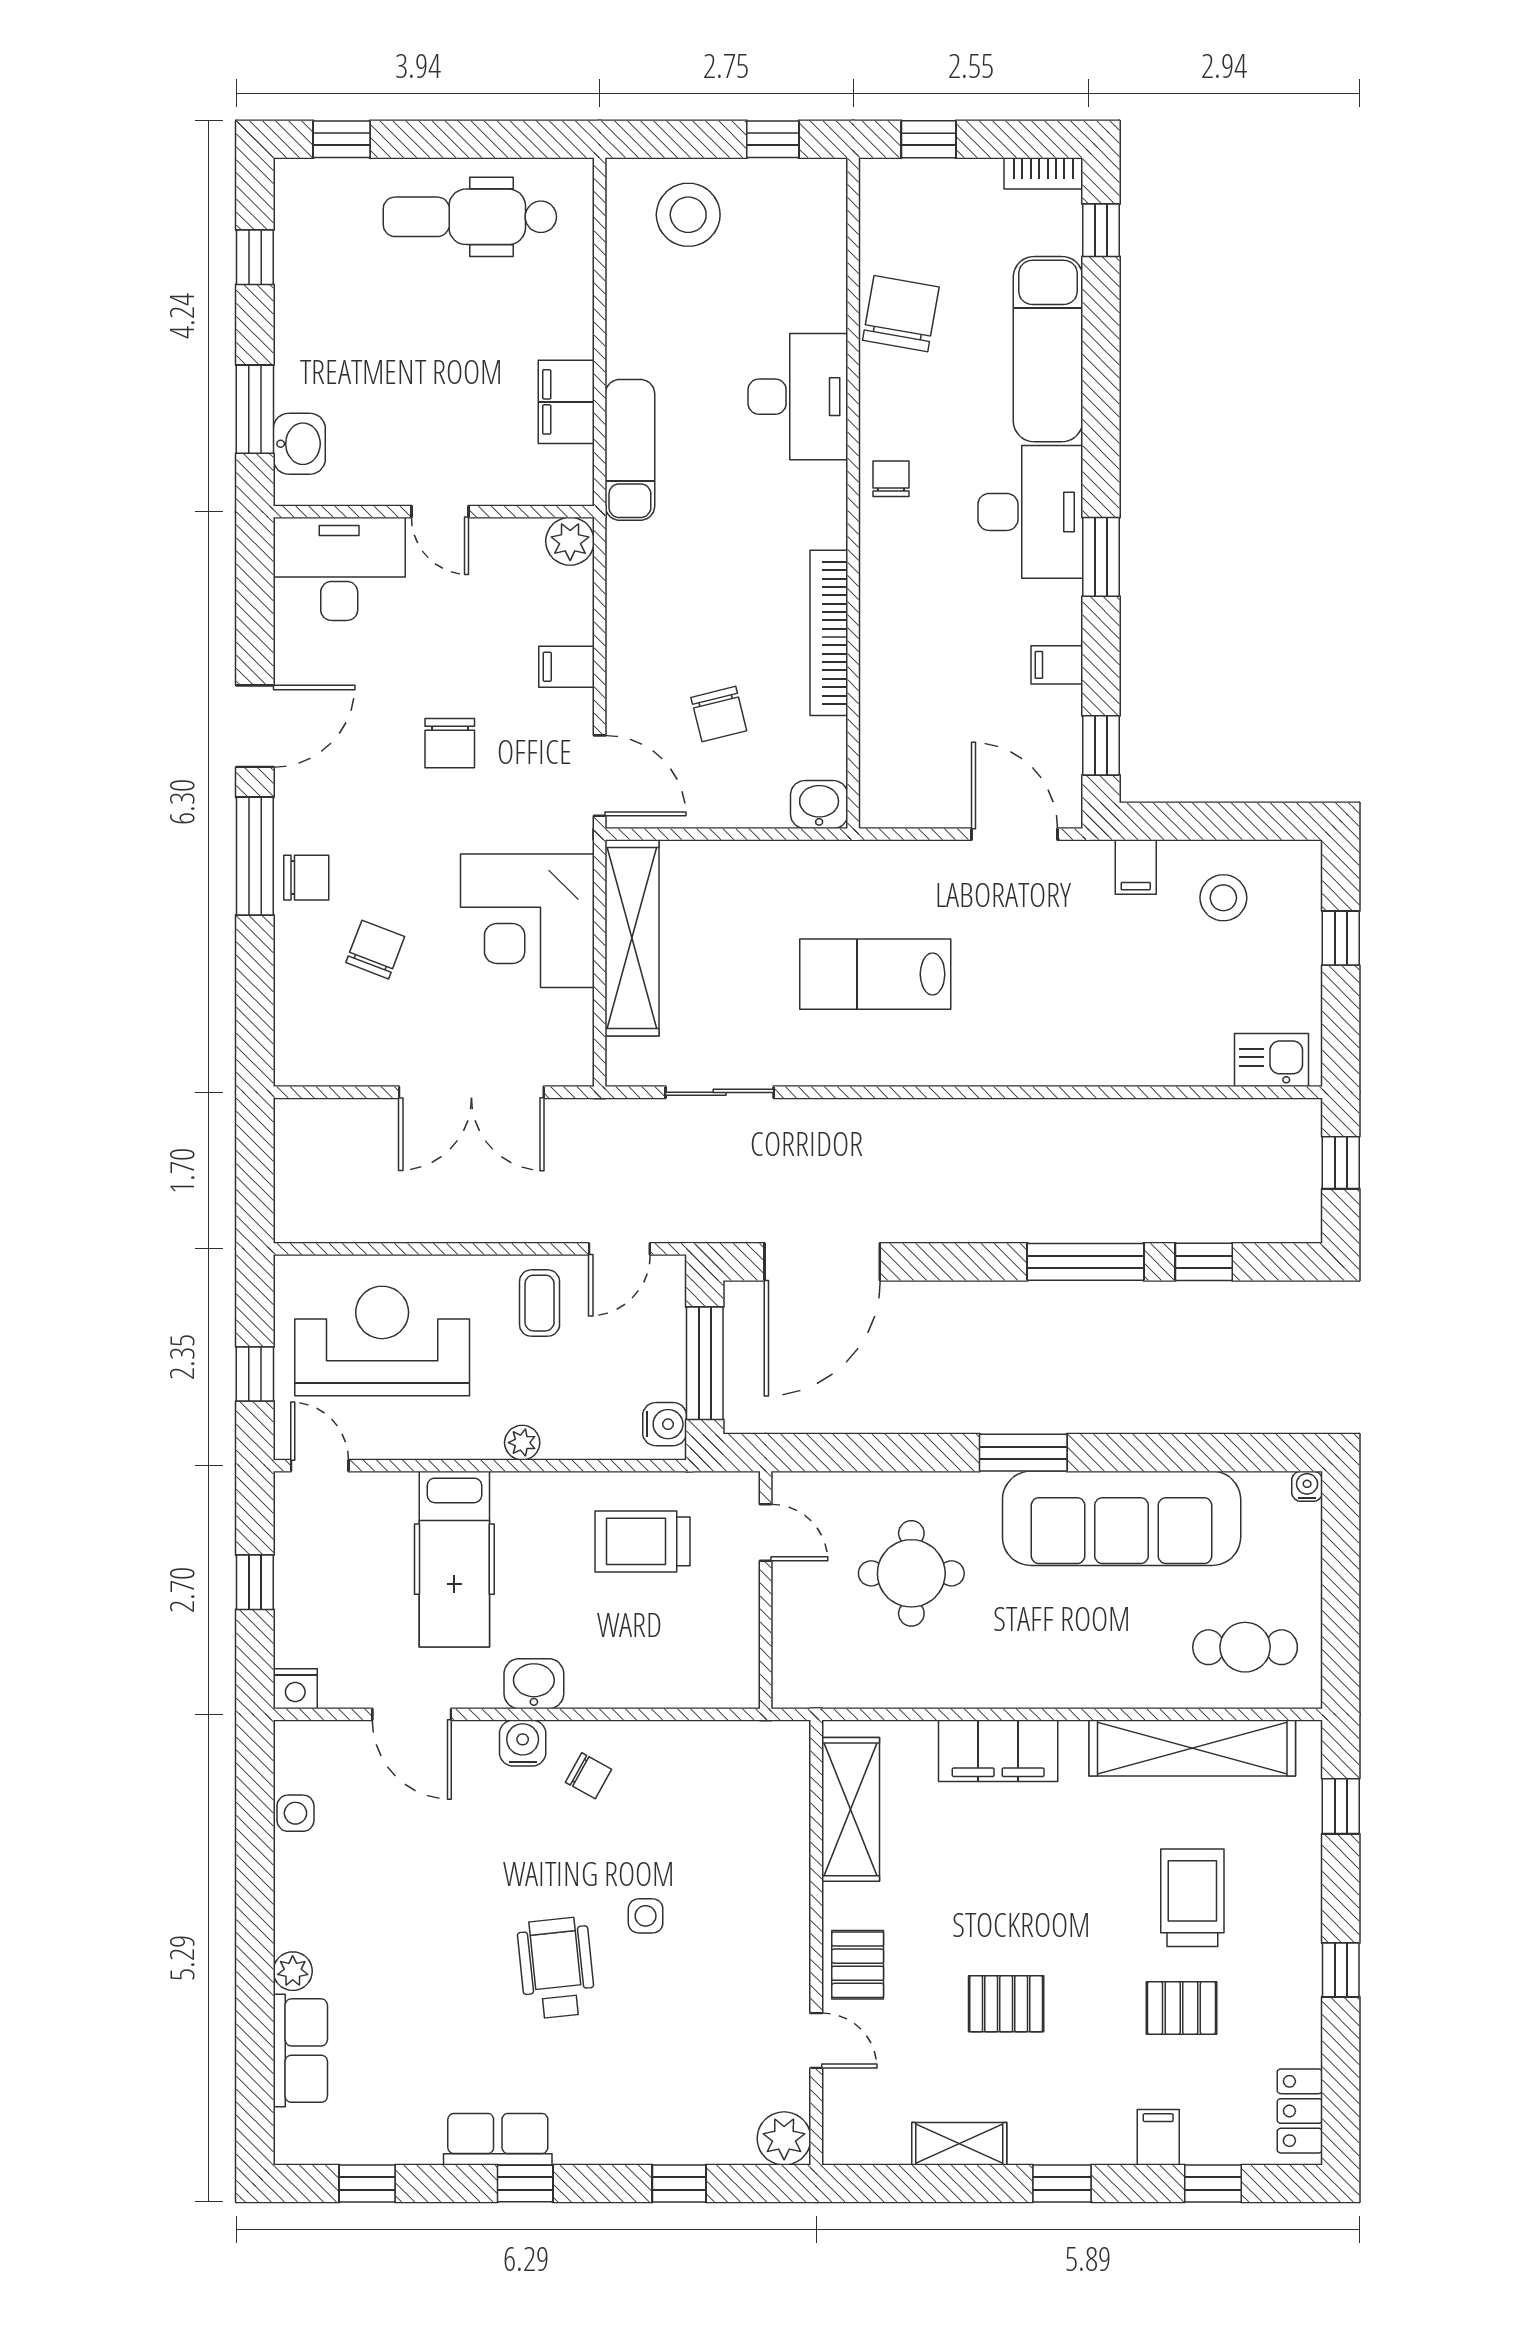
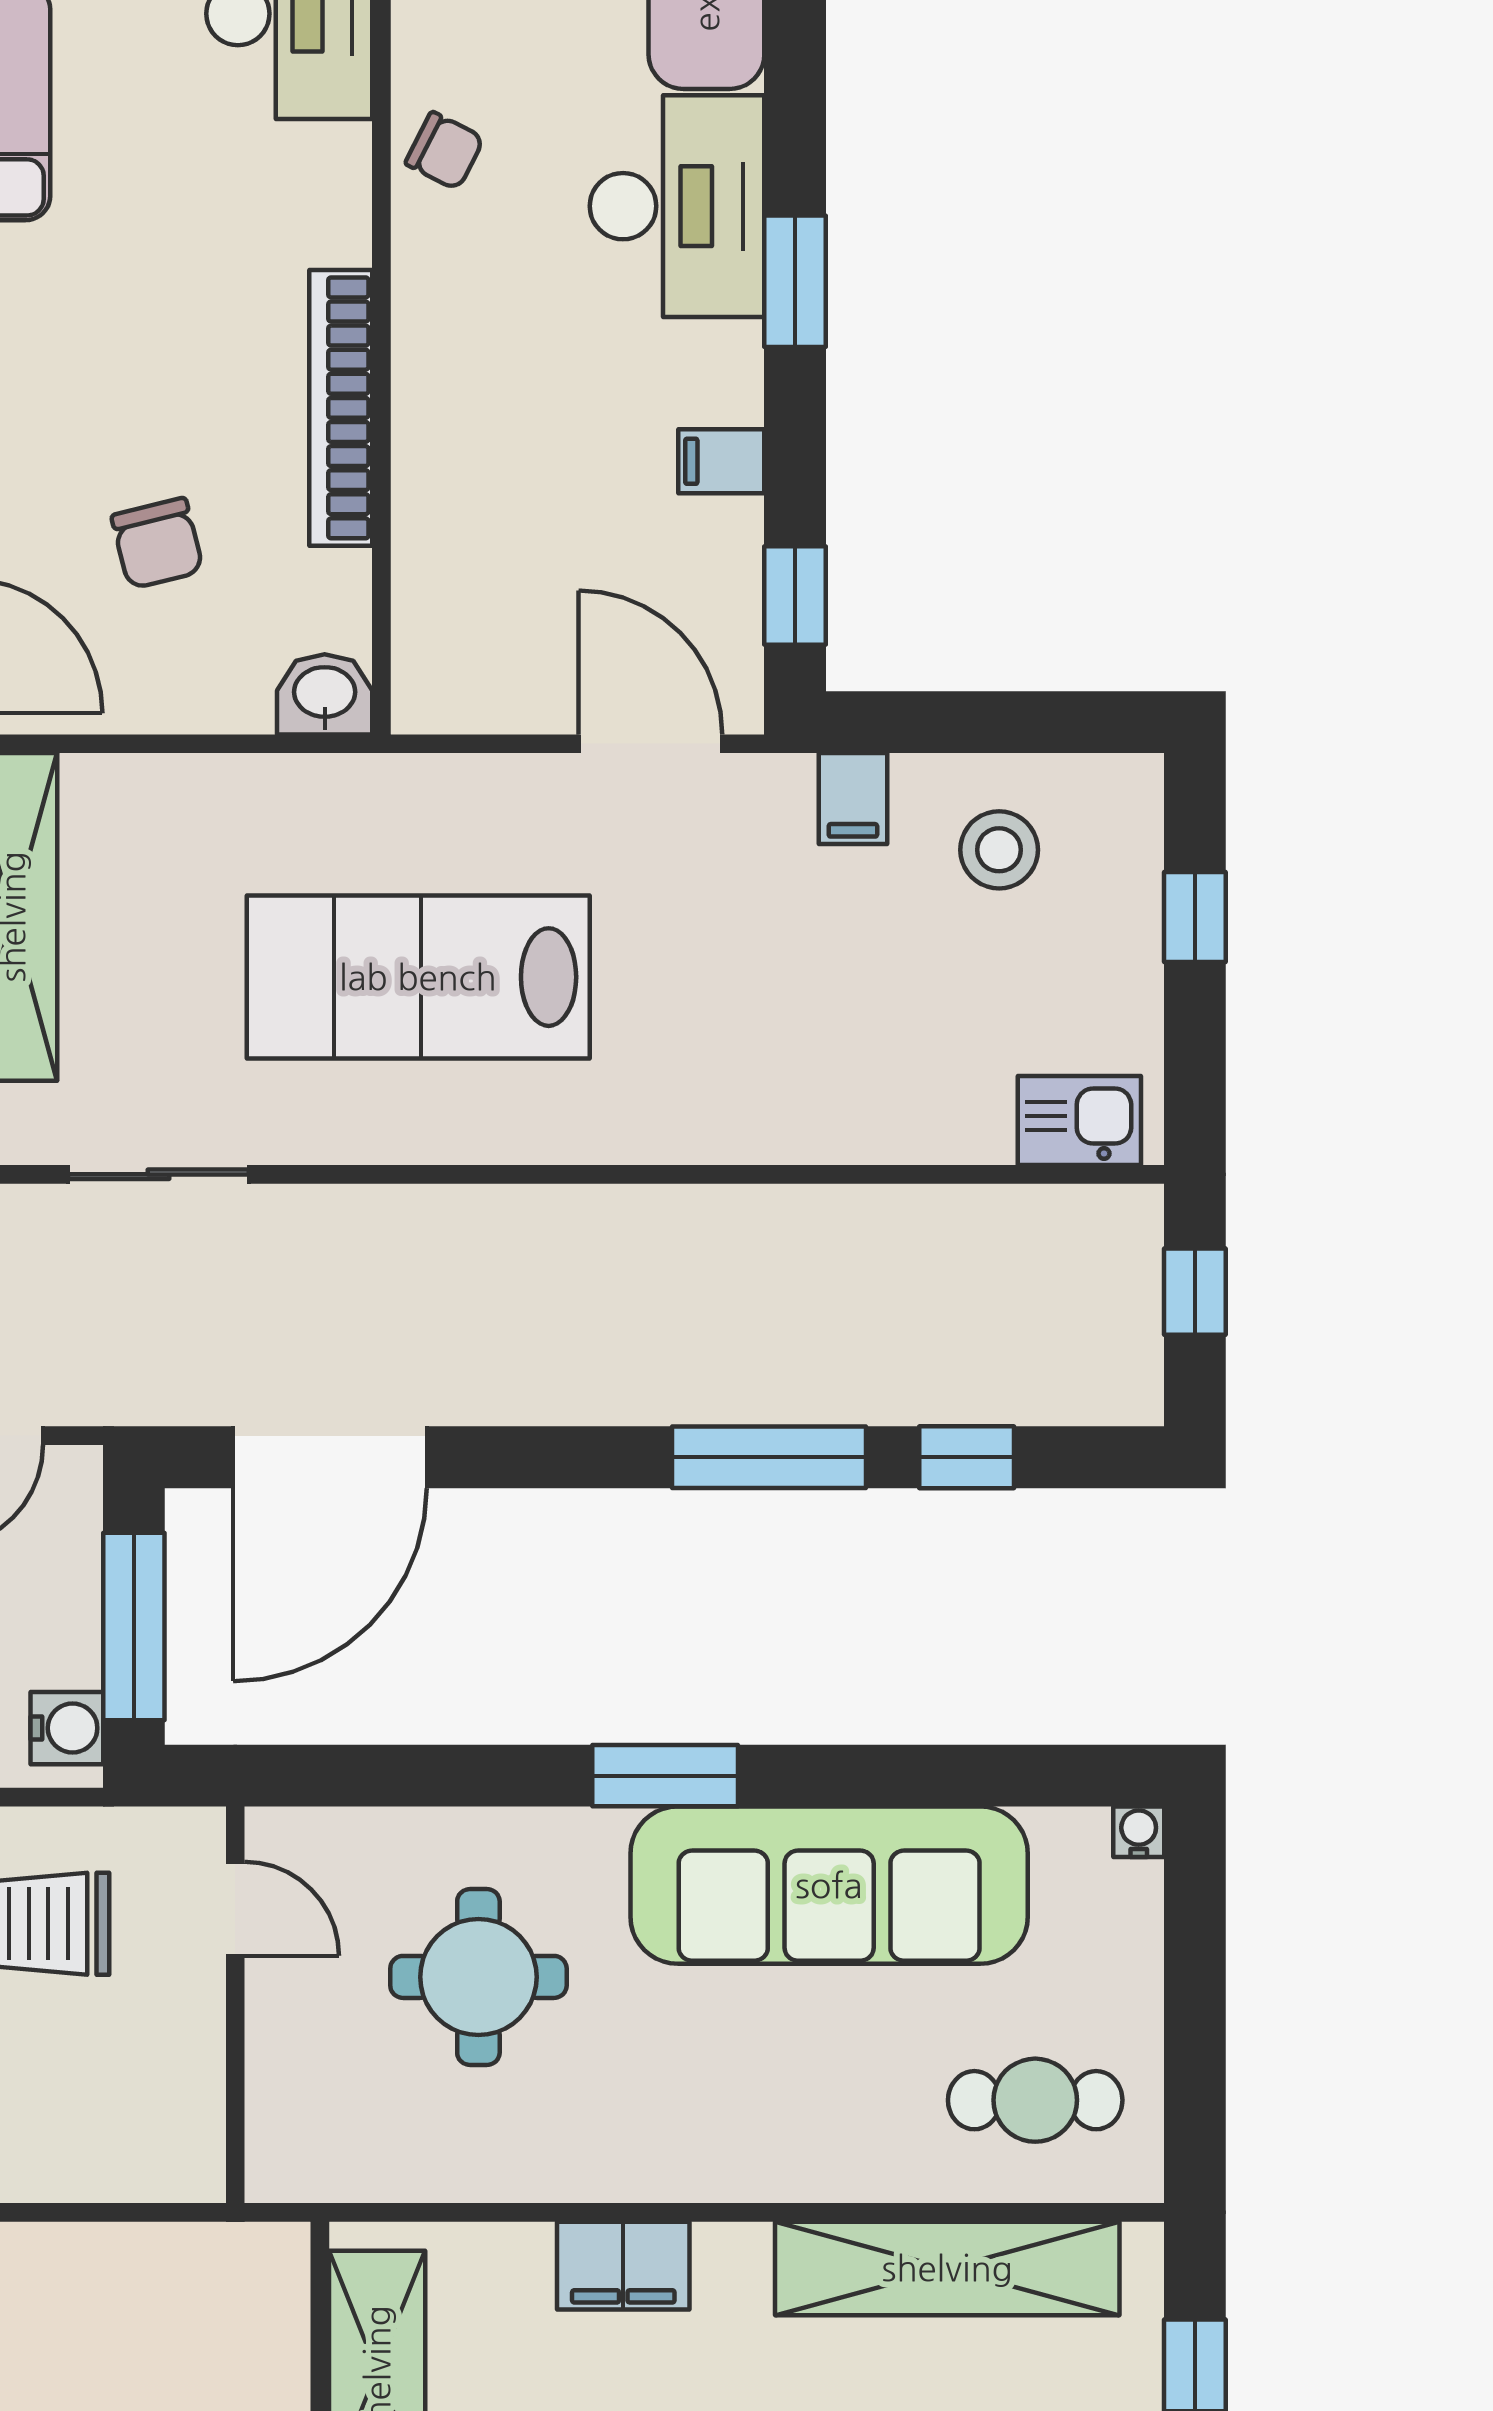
chair: (891, 479) -> (445, 151), turned 117
lab bench: (875, 974) -> (418, 977), width x1.36, depth x1.39
filing cabinet: (998, 1751) -> (623, 2266), width x0.67, depth x0.86

